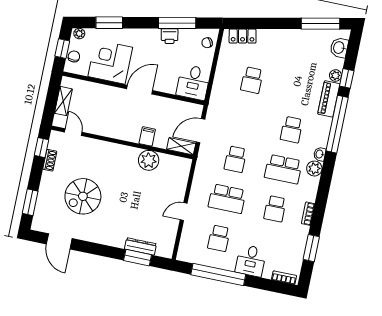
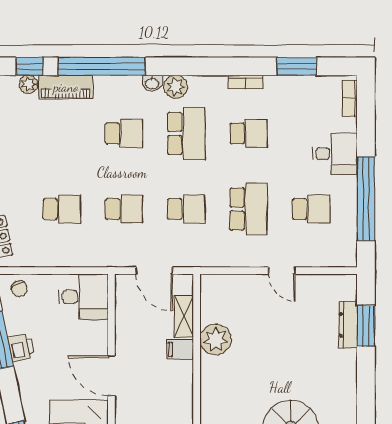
school desk: (244, 120) -> (124, 209), added
shelving: (181, 146) -> (184, 316), moved

